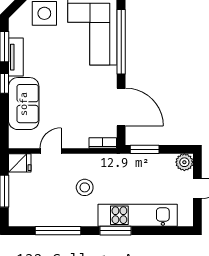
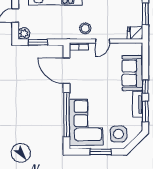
window: (145, 149) -> (38, 42), moved
door: (51, 151) -> (102, 41), moved
stool: (85, 187) -> (85, 28), moved

